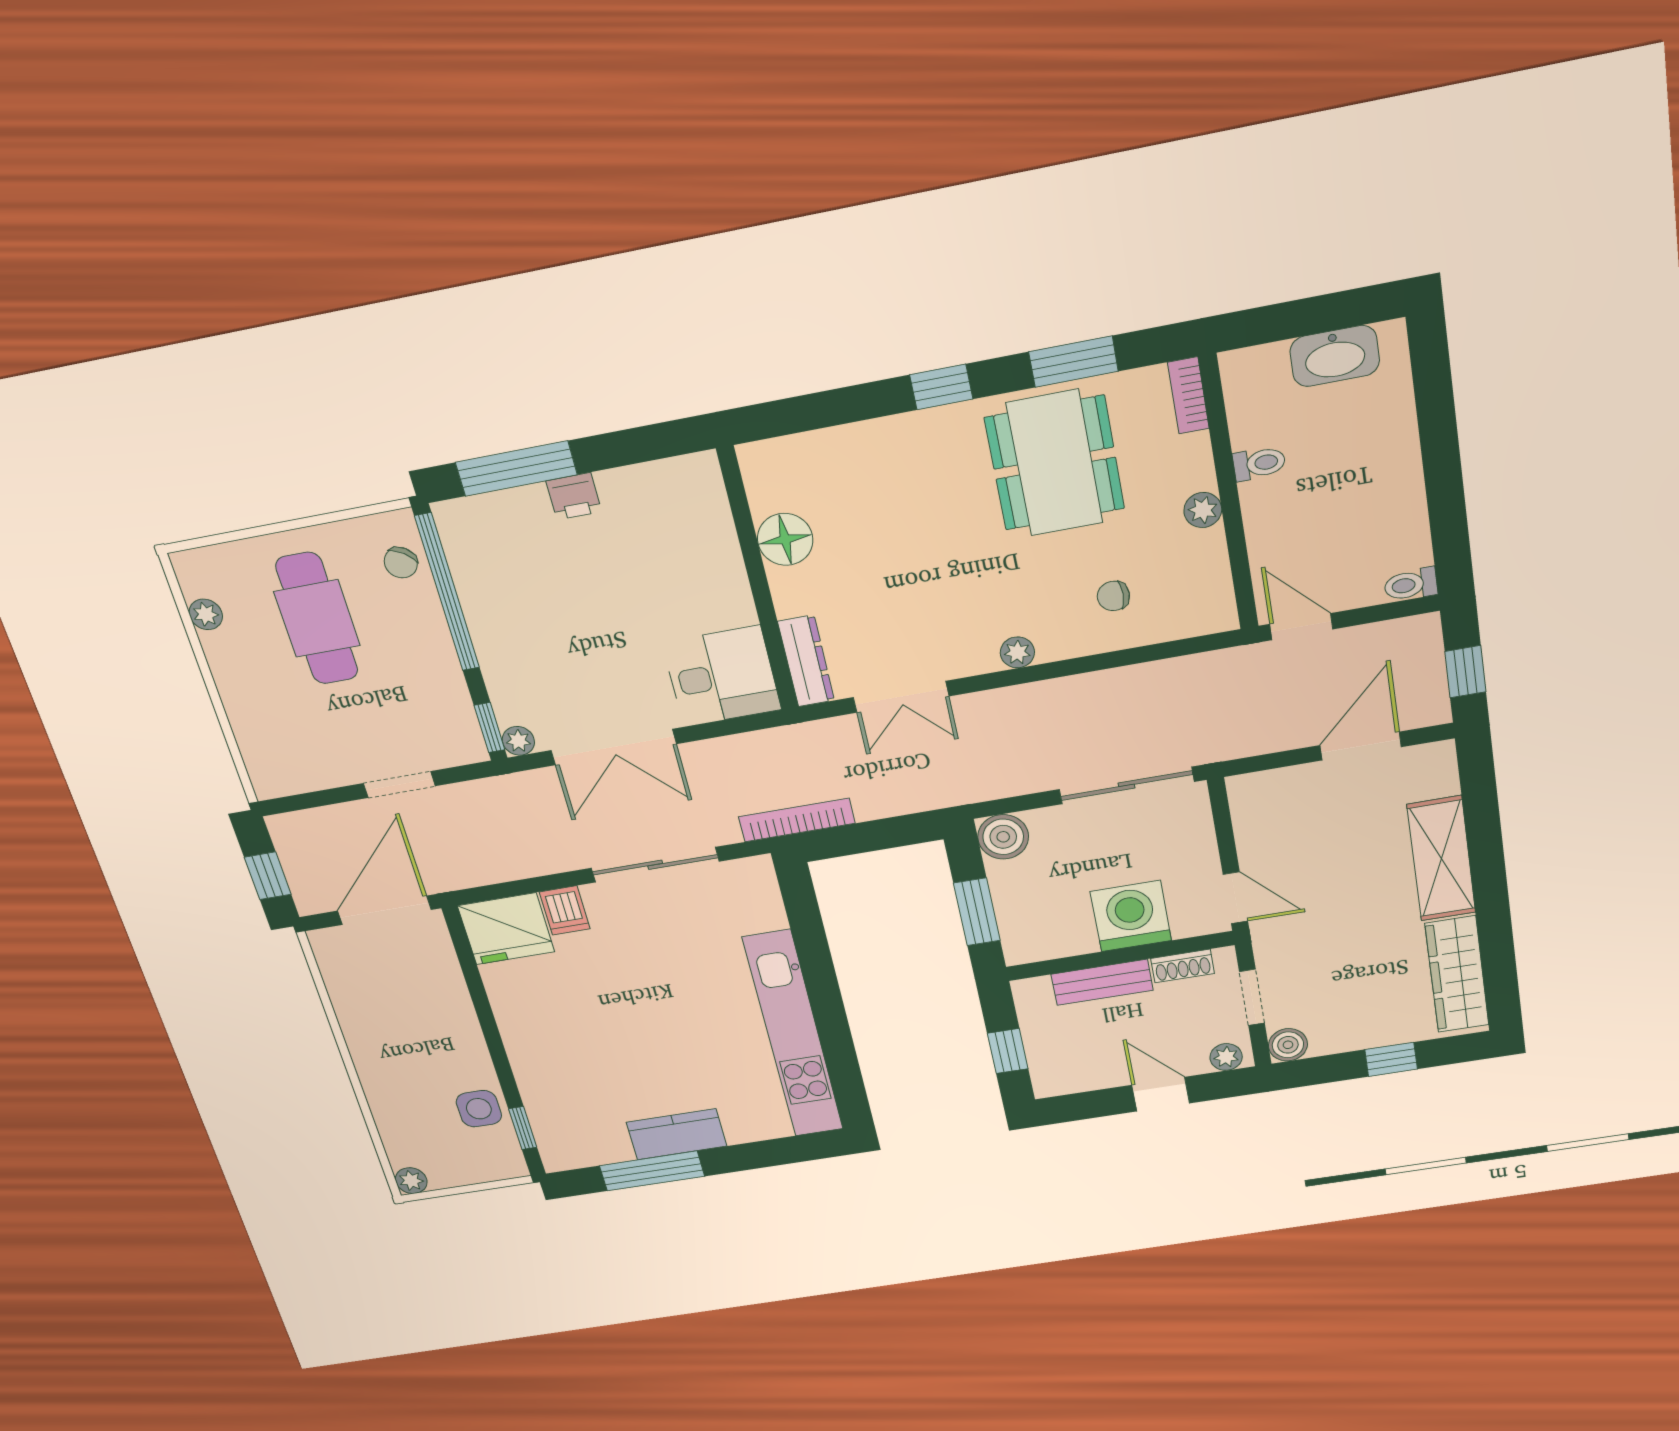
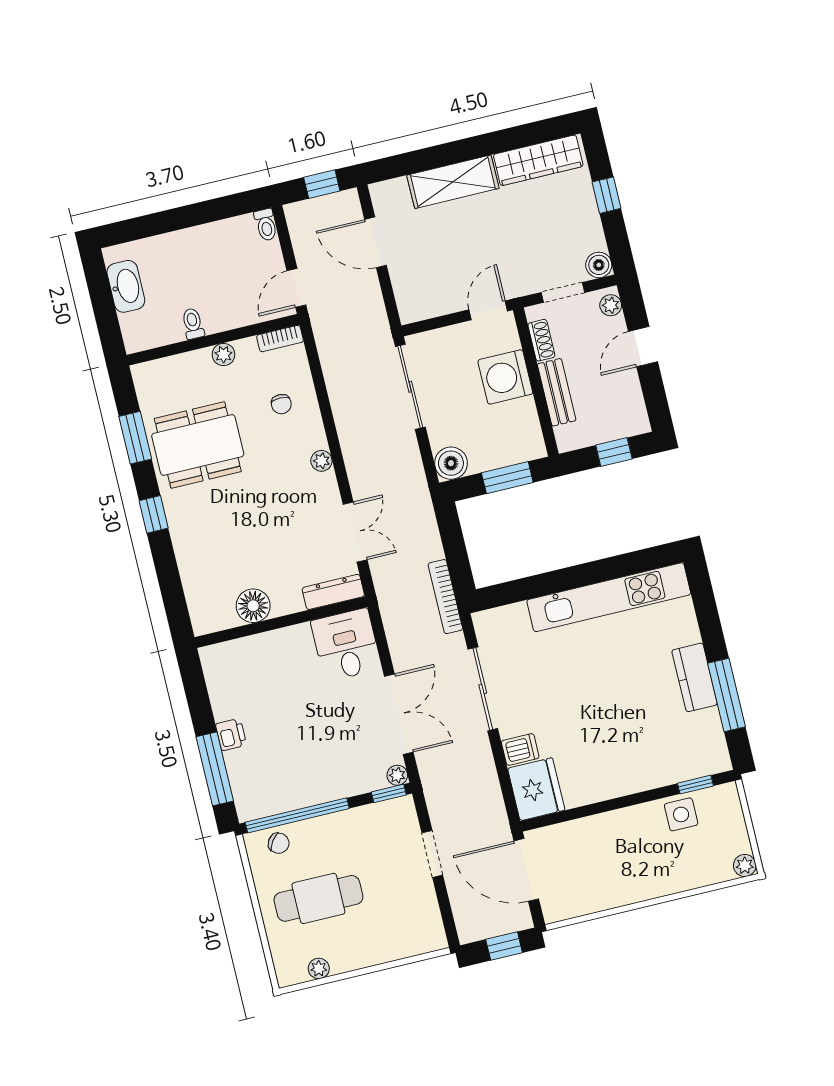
bookcase: (1188, 395) -> (280, 339), moved

